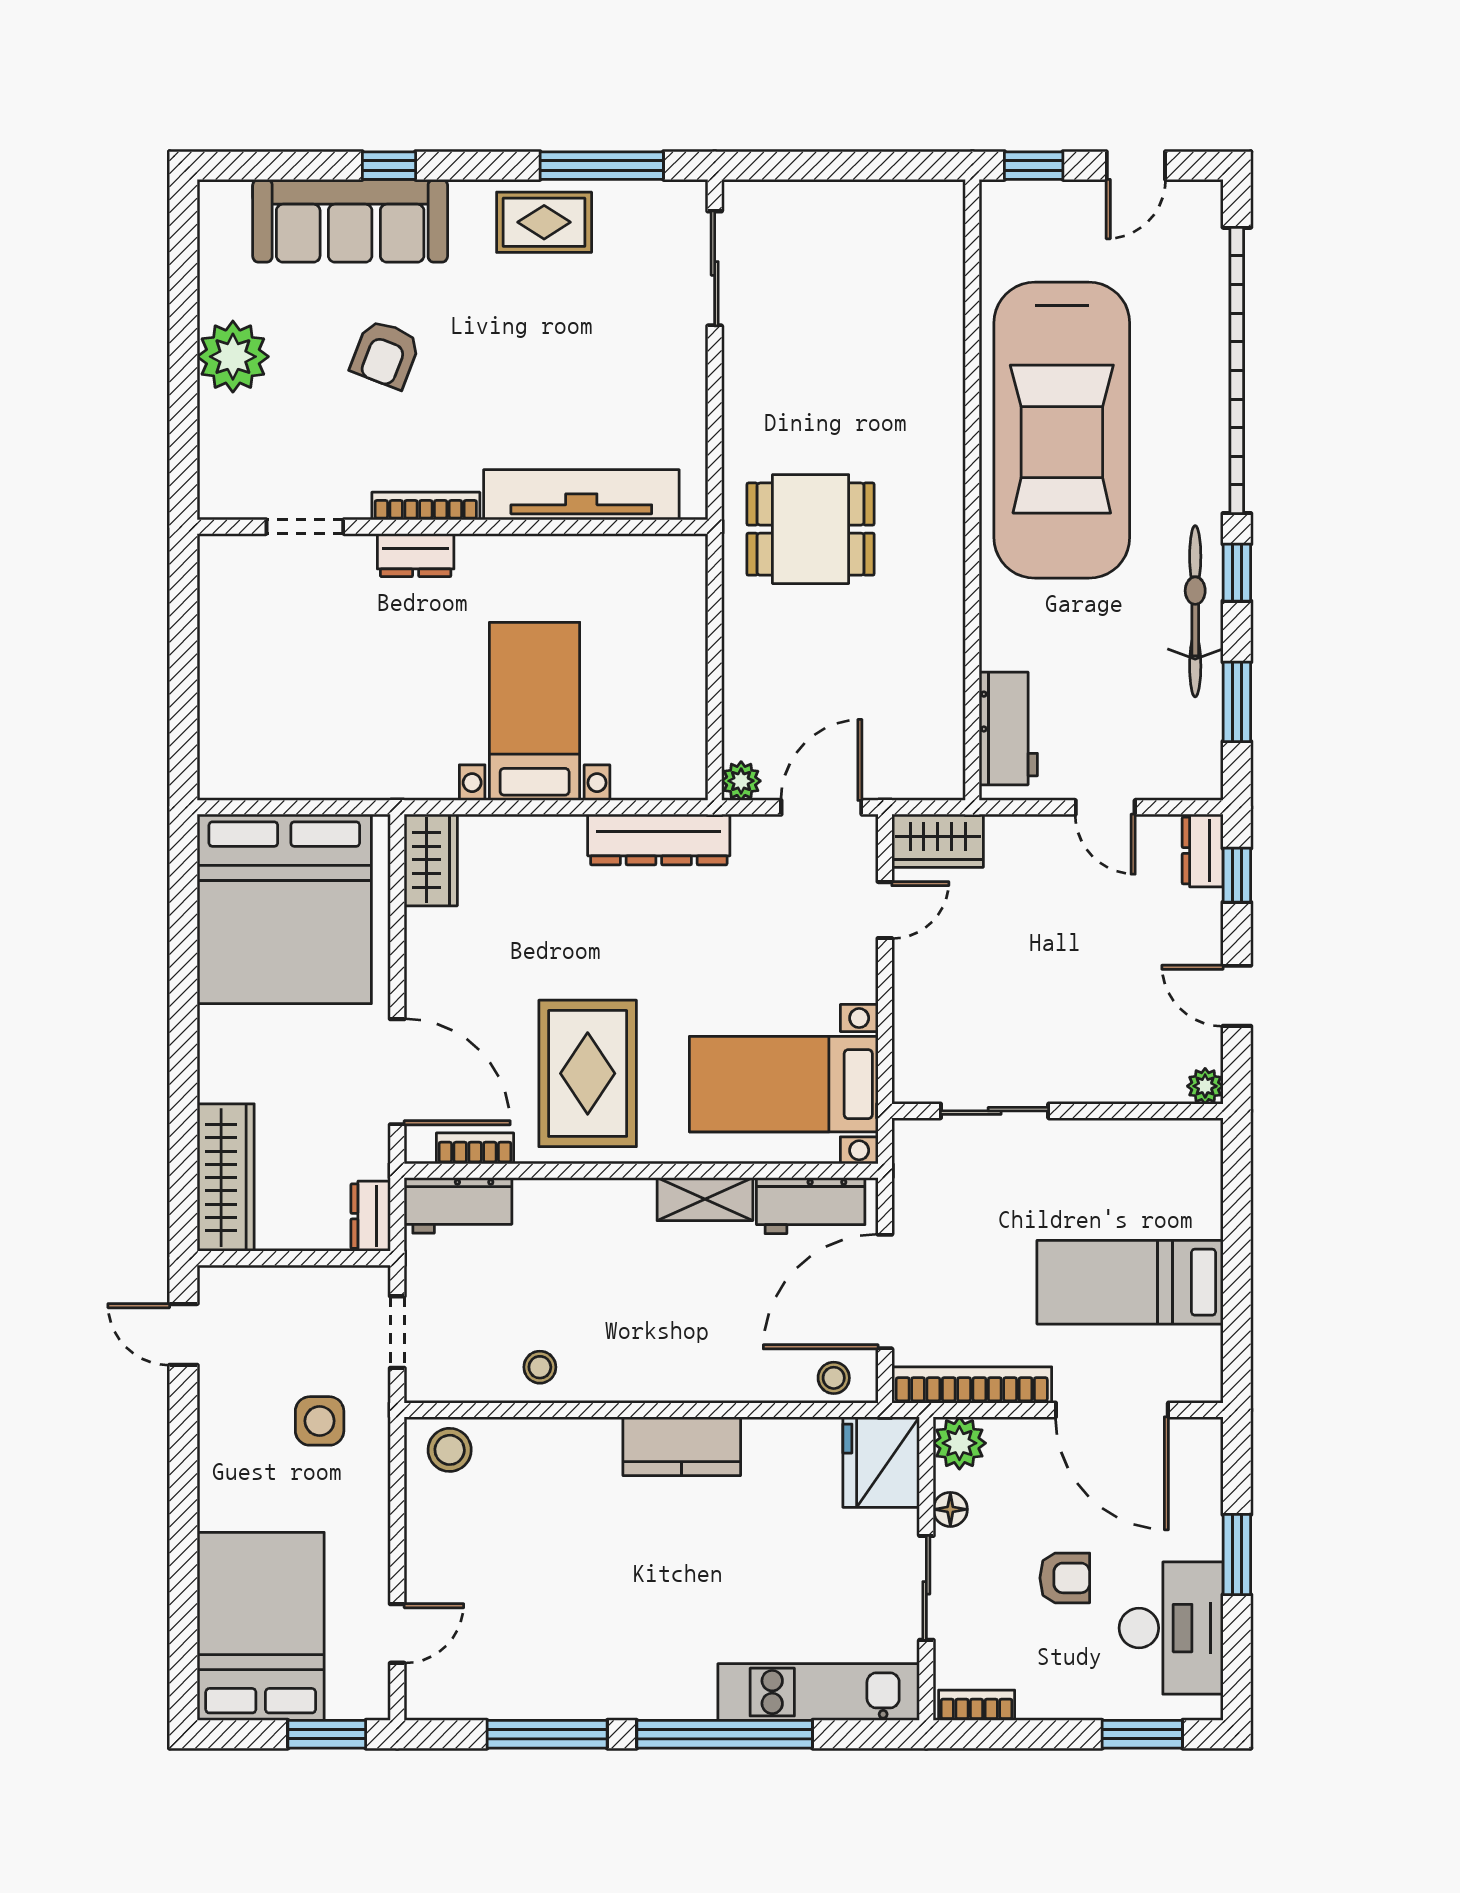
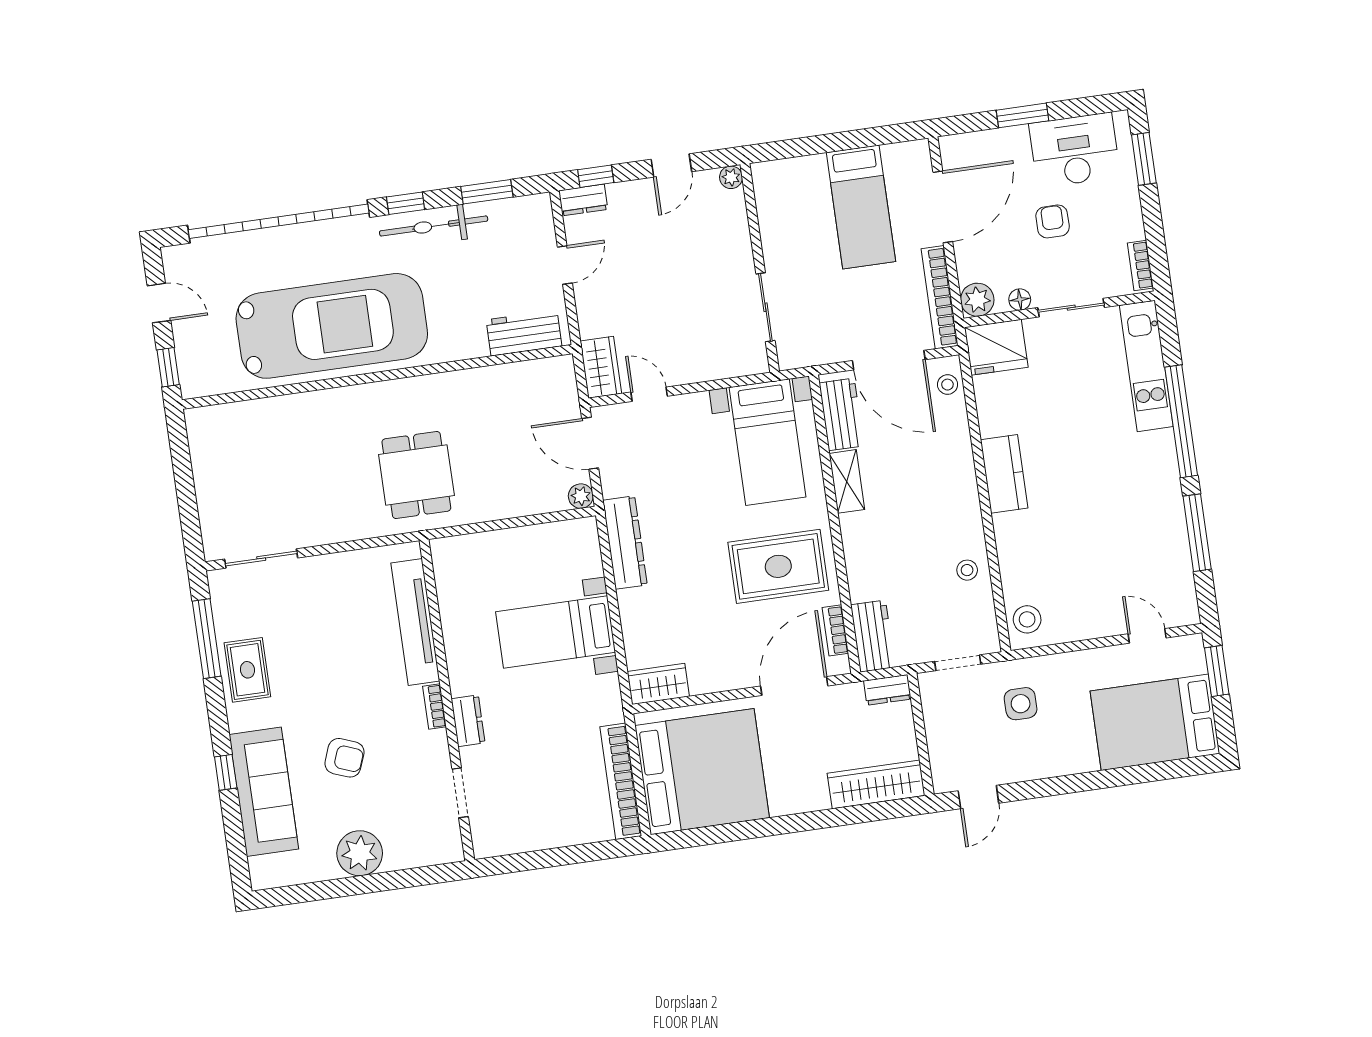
bookcase: (426, 506) -> (435, 707), width x0.64
bookcase: (287, 780) -> (621, 781), added

